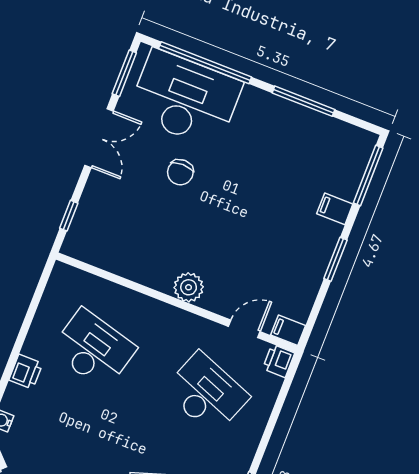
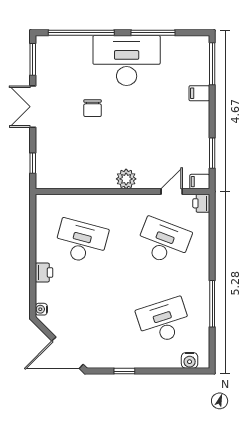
desk: (185, 99) -> (127, 60), moved
double door: (99, 138) -> (33, 107), swing flipped
window: (335, 259) -> (212, 153), moved

